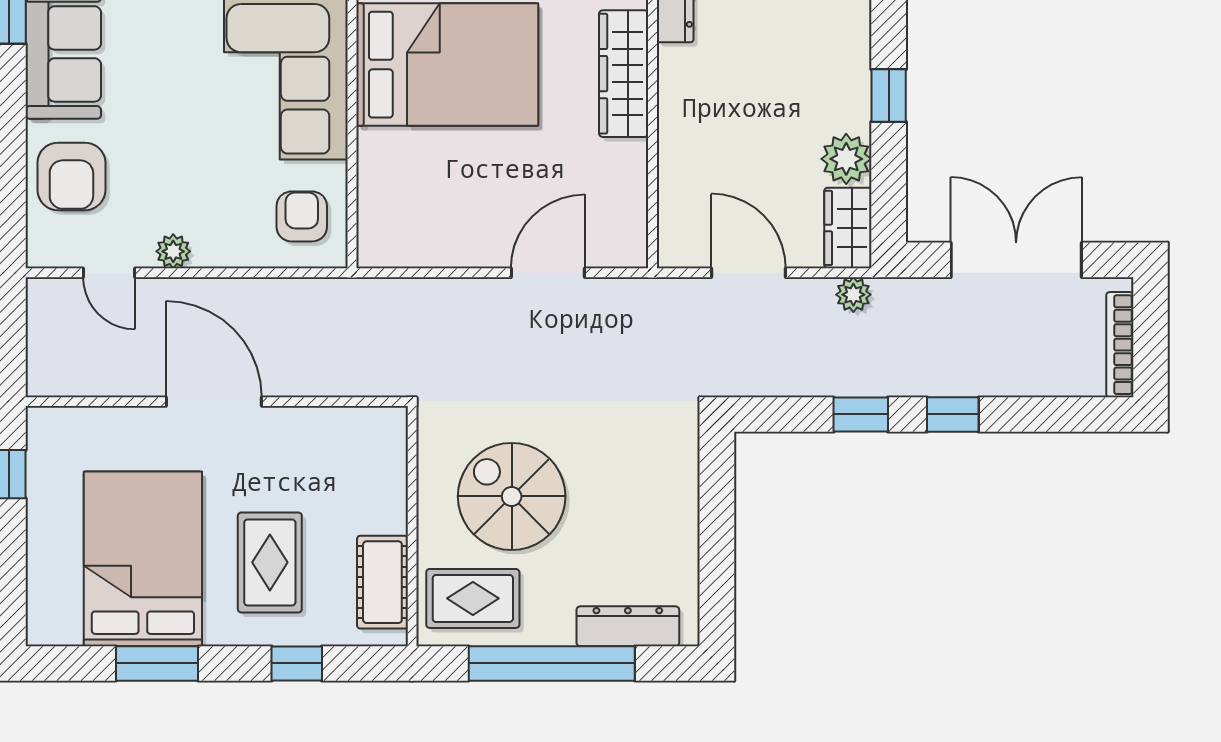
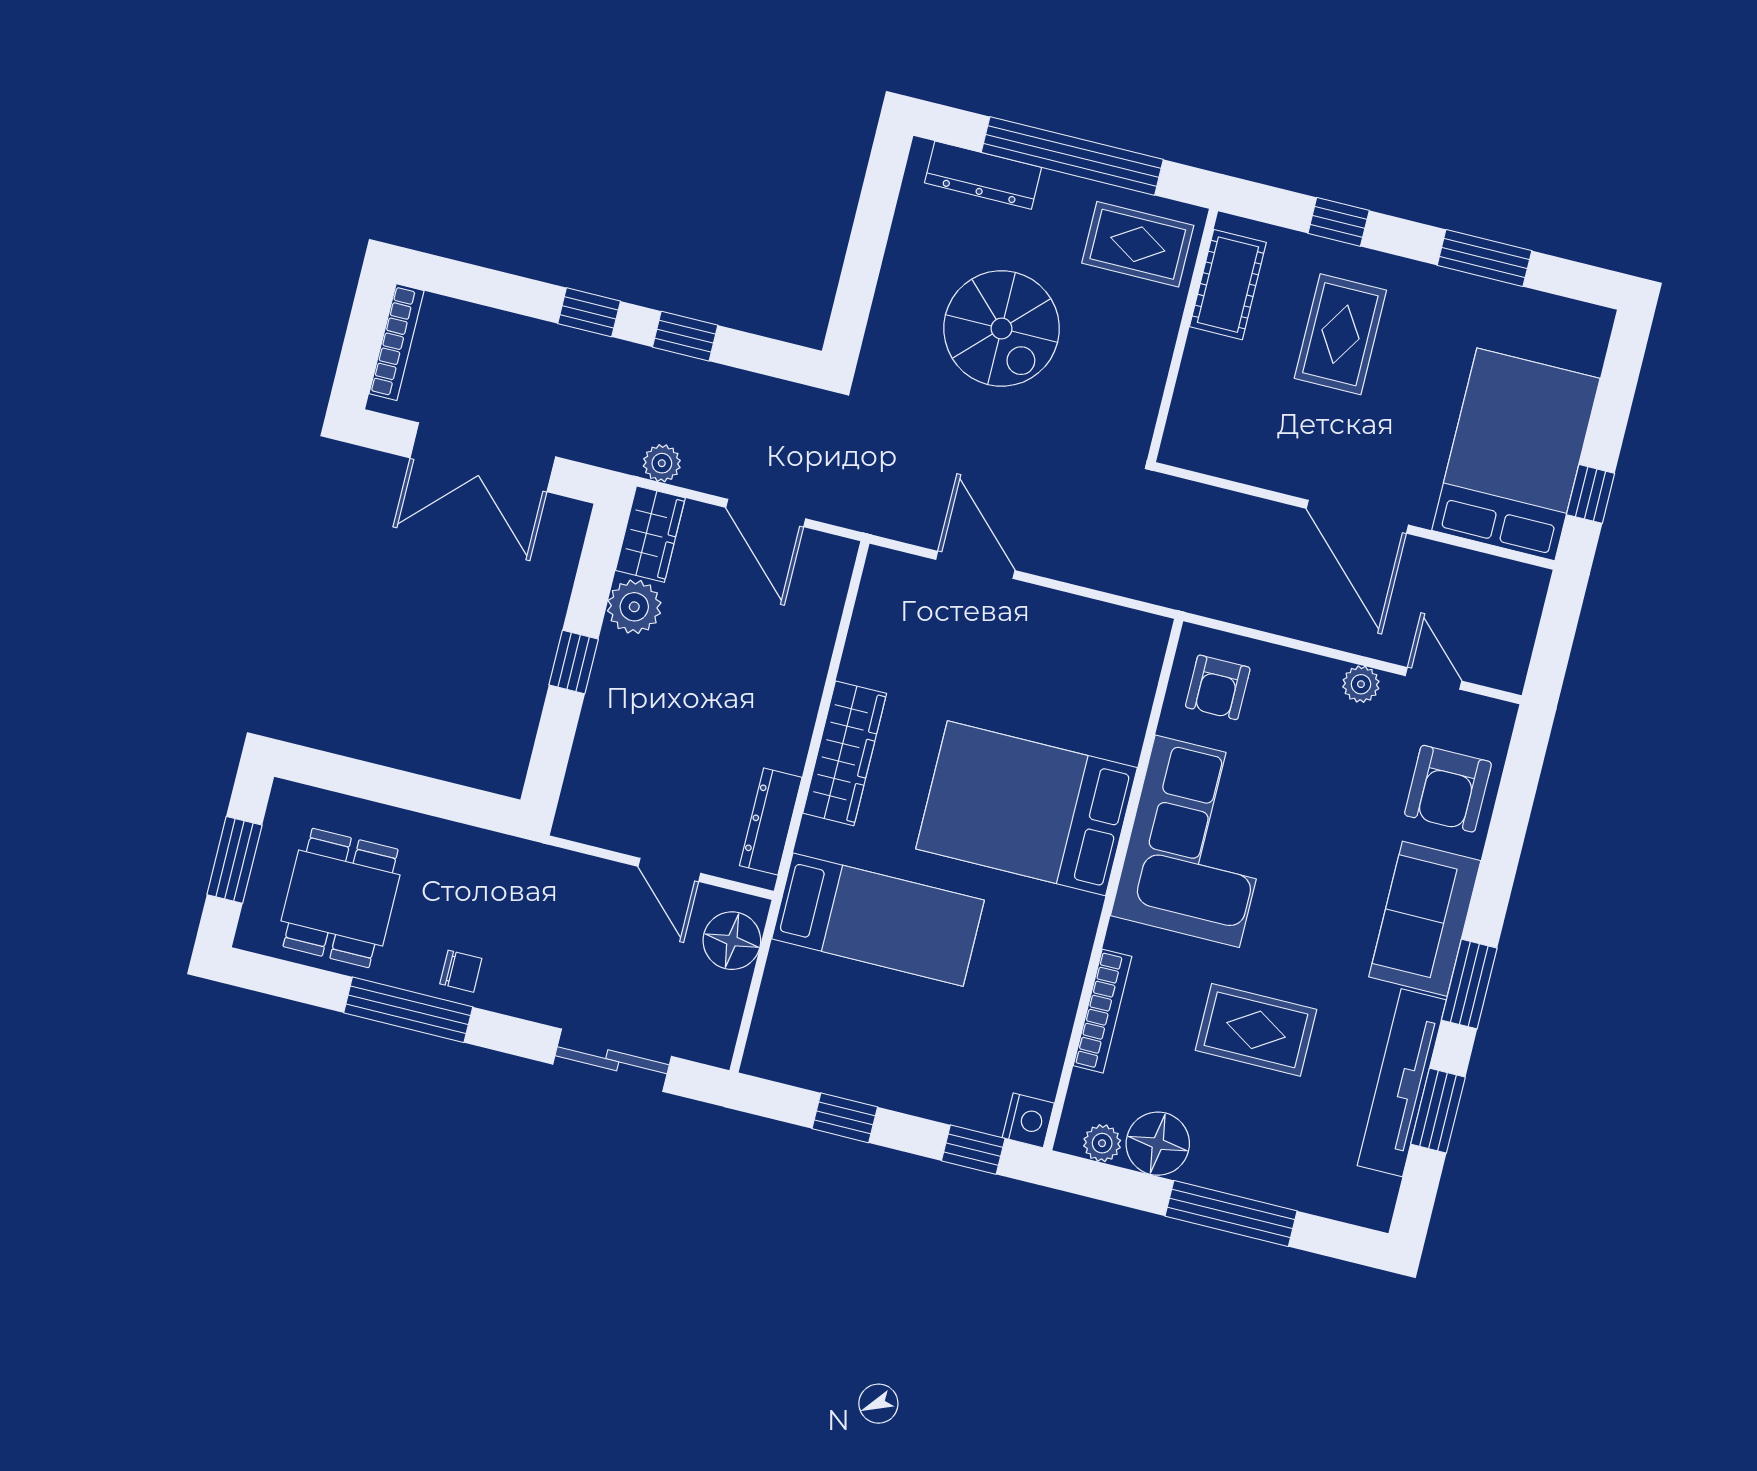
armchair: (71, 176) -> (1448, 789), turned 180
door: (548, 273) -> (975, 565), swing flipped
spiral stairs: (512, 496) -> (1002, 328), moved
bed: (143, 559) -> (1516, 454), moved, turned 180

